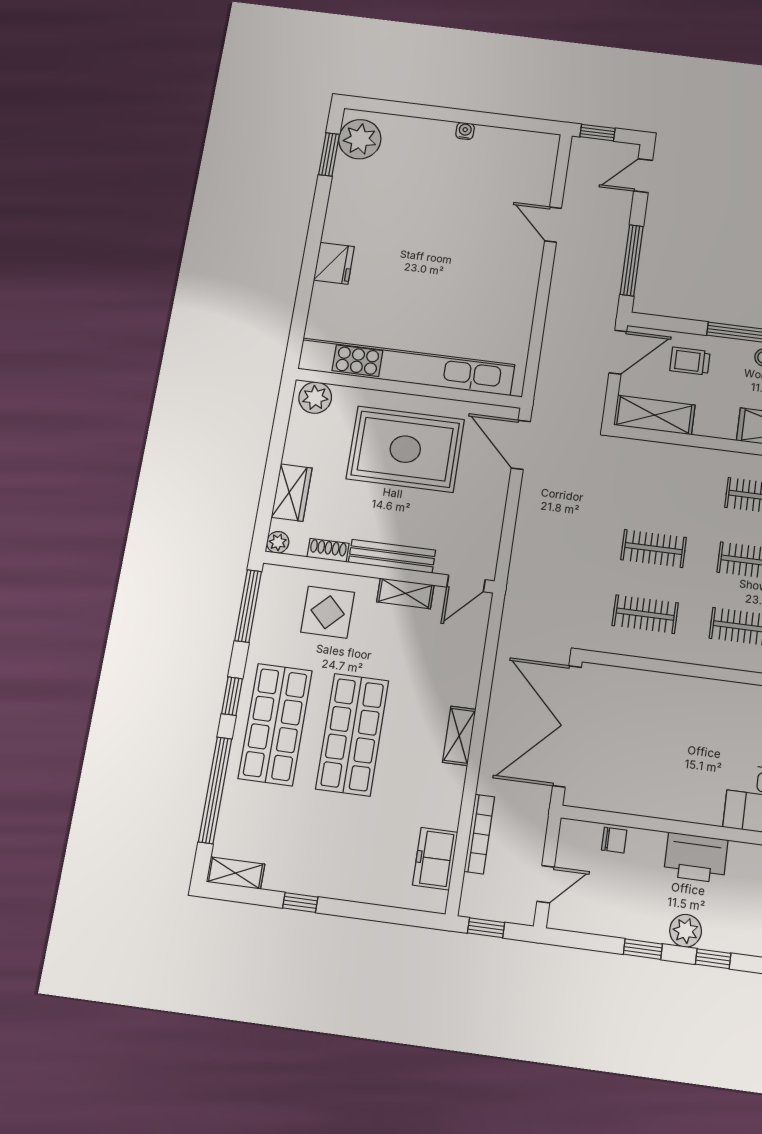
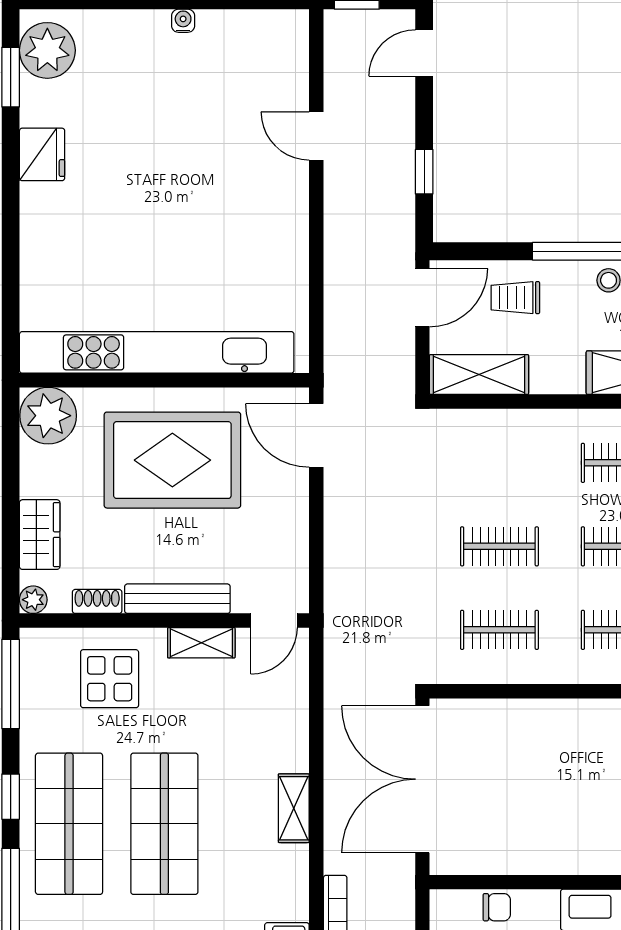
window: (632, 260) -> (424, 172), width x0.46
fridge: (334, 263) -> (42, 154), moved
plant: (315, 398) -> (48, 416), width x1.36, depth x1.36

